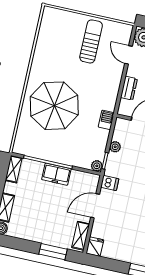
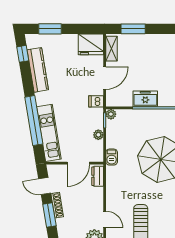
dresser: (129, 88) -> (98, 176), moved
fridge: (95, 247) -> (91, 44), width x1.88, depth x1.34

